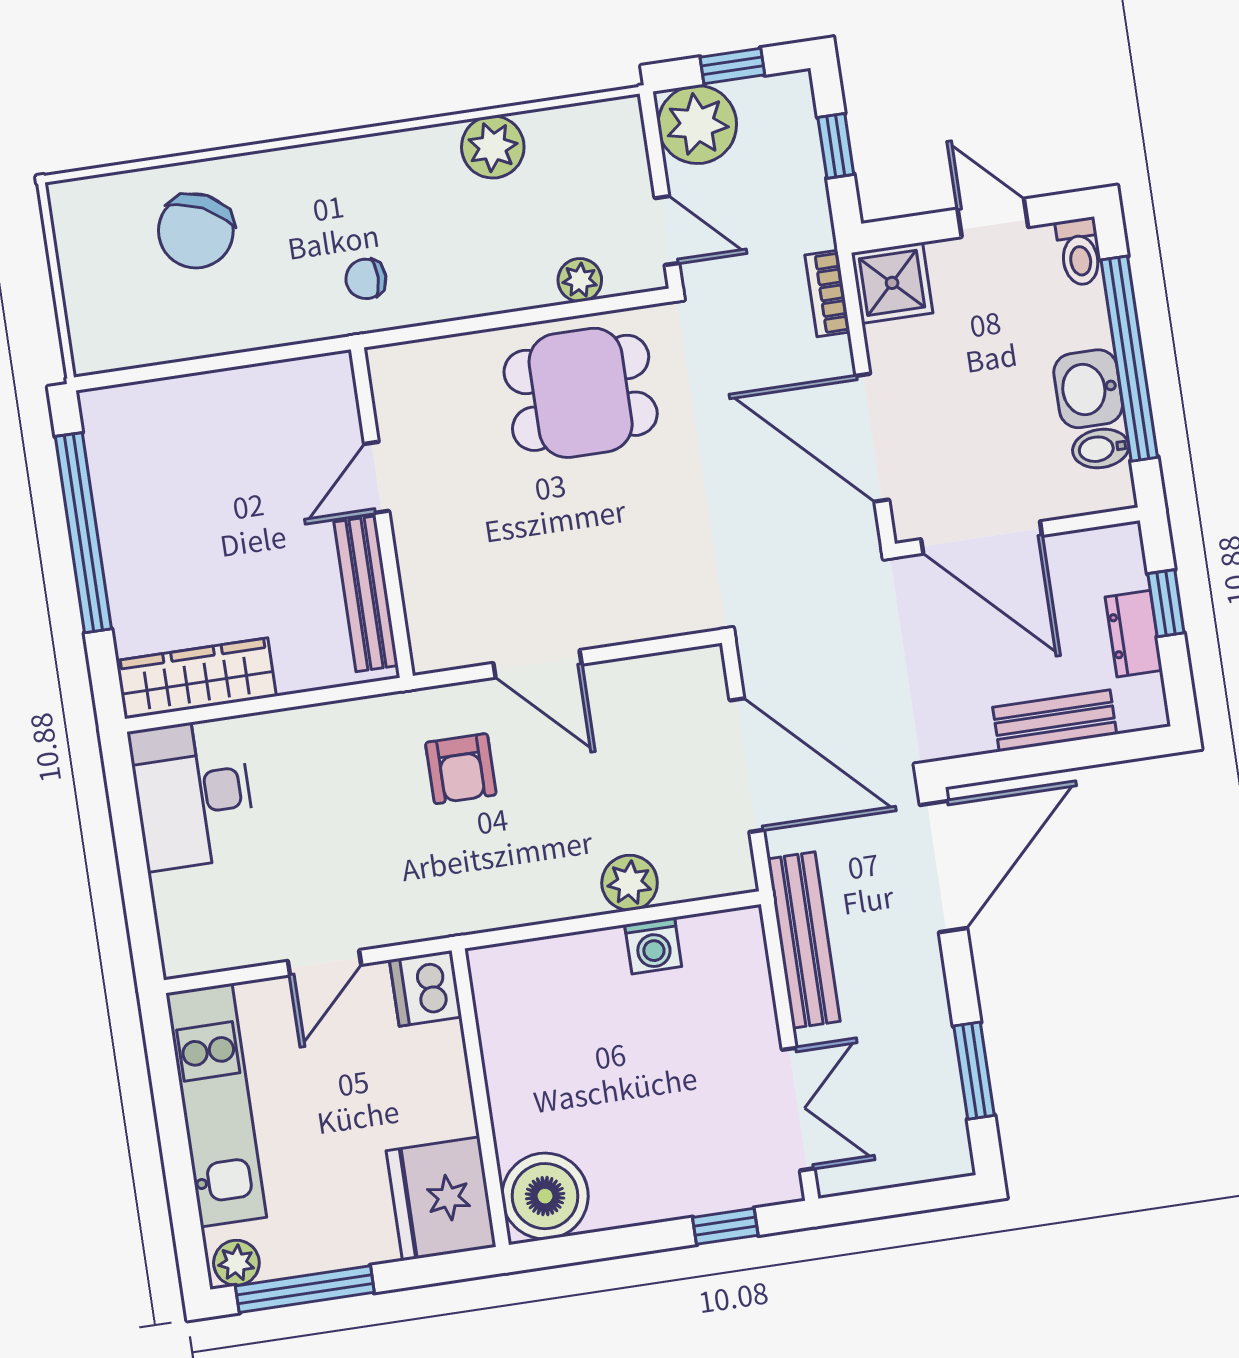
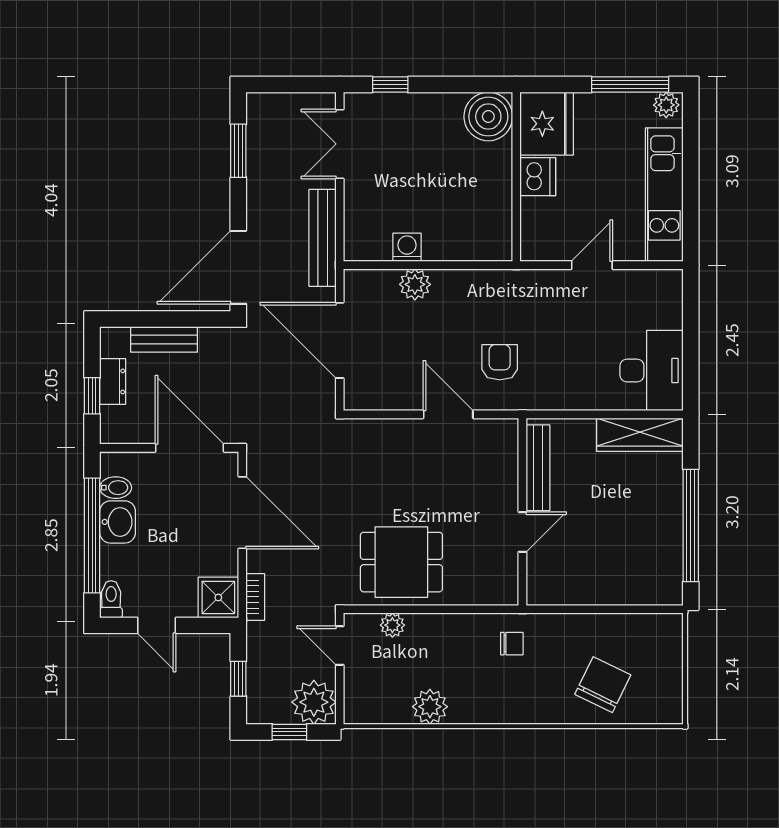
dishwasher: (425, 988) -> (538, 177), moved

